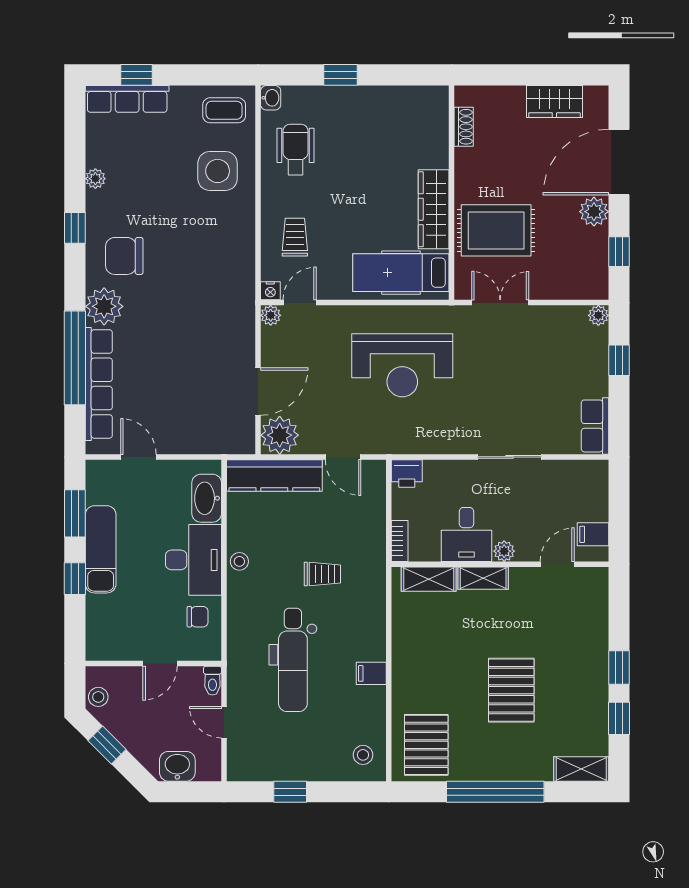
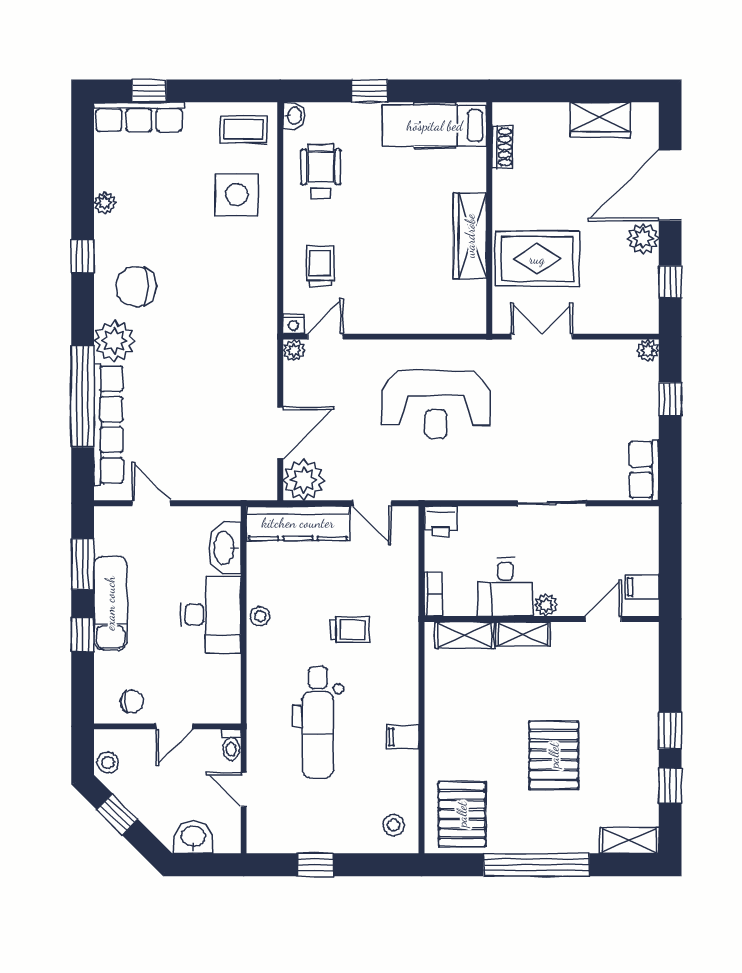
hospital bed: (401, 273) -> (435, 126), moved
chair: (198, 617) -> (132, 701), moved

